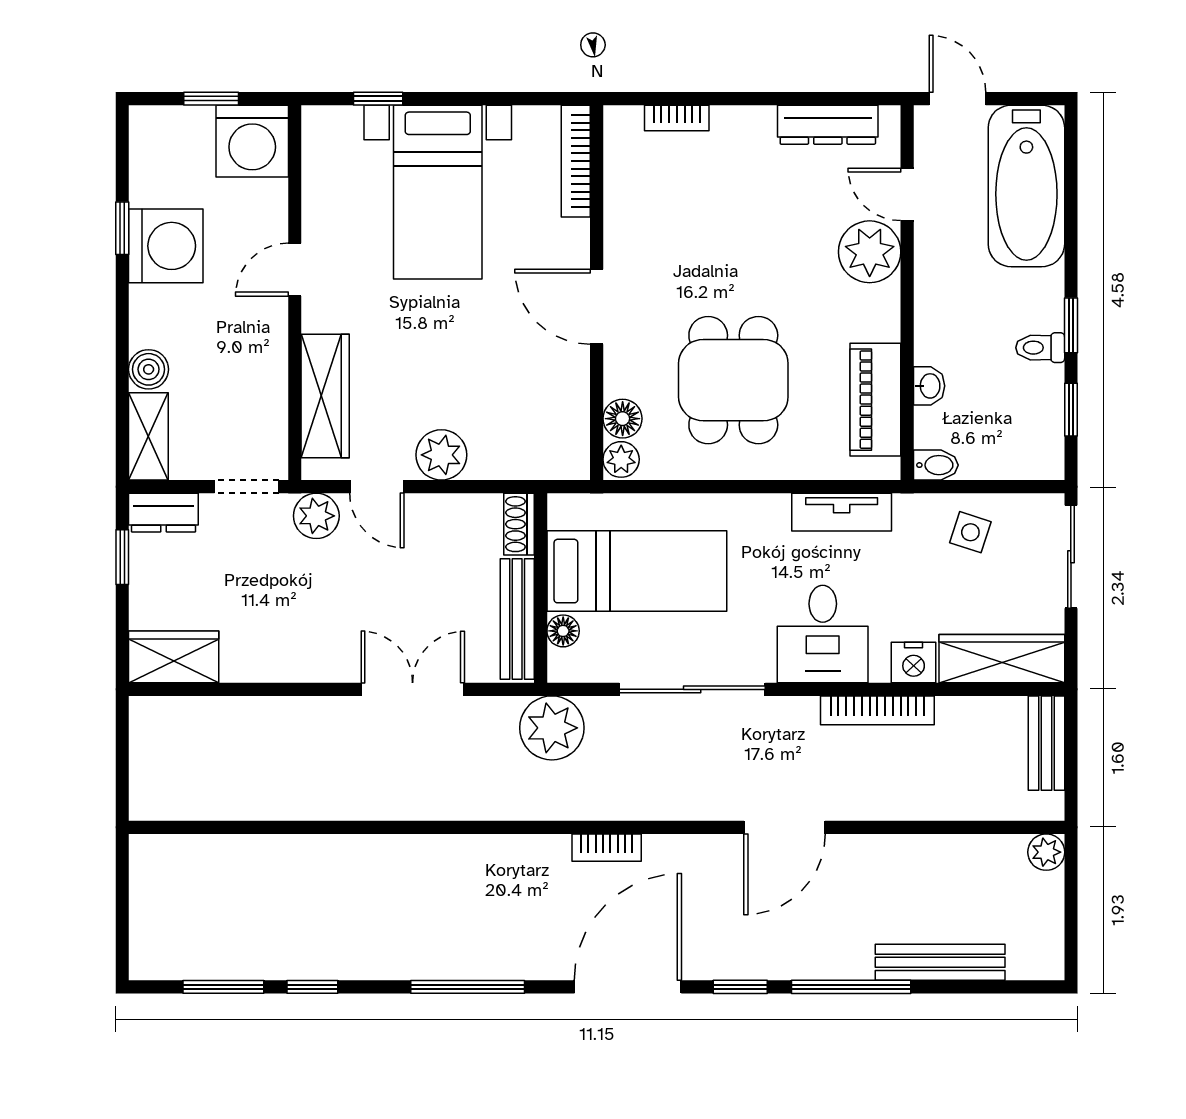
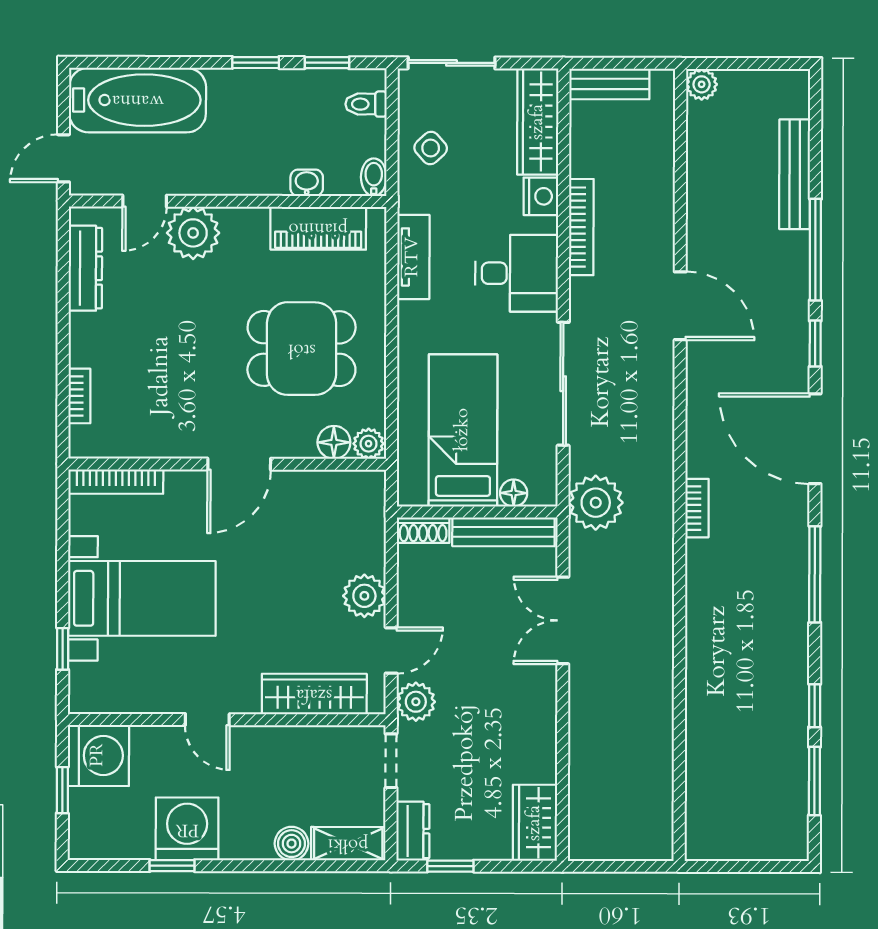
toilet: (1040, 348) -> (366, 104), moved, turned 90
side table: (970, 532) -> (431, 148), turned 30
bookcase: (607, 848) -> (697, 508), moved

